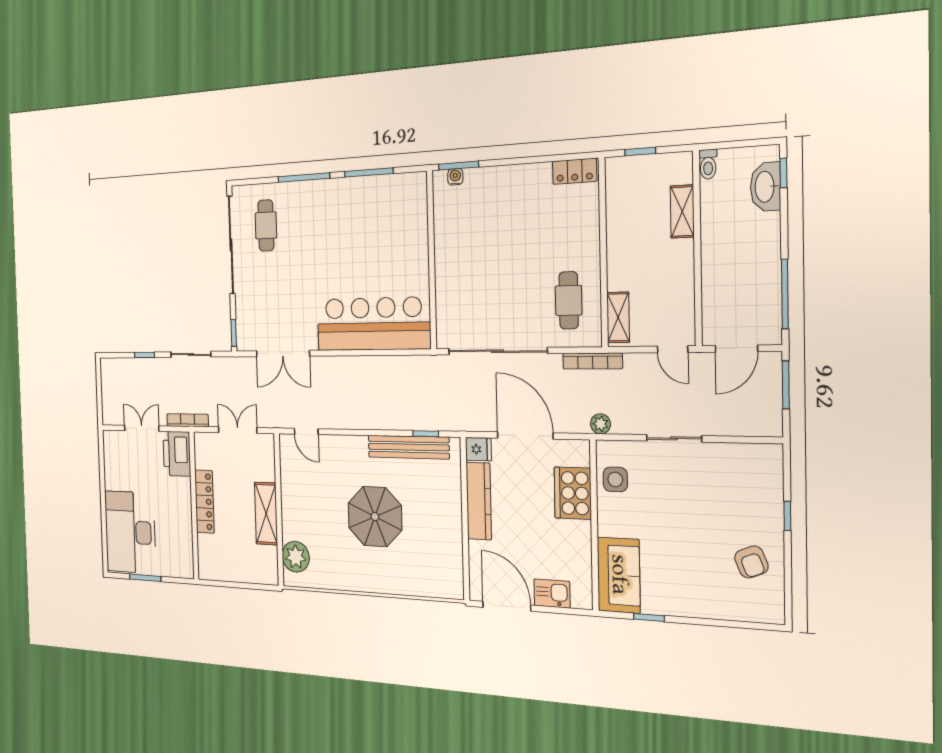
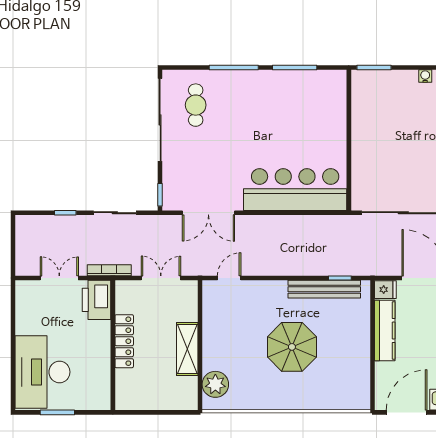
water cooler: (455, 177) -> (425, 76), moved
door: (306, 431) -> (229, 278), swing flipped
door: (507, 606) -> (407, 412), hinge flipped

